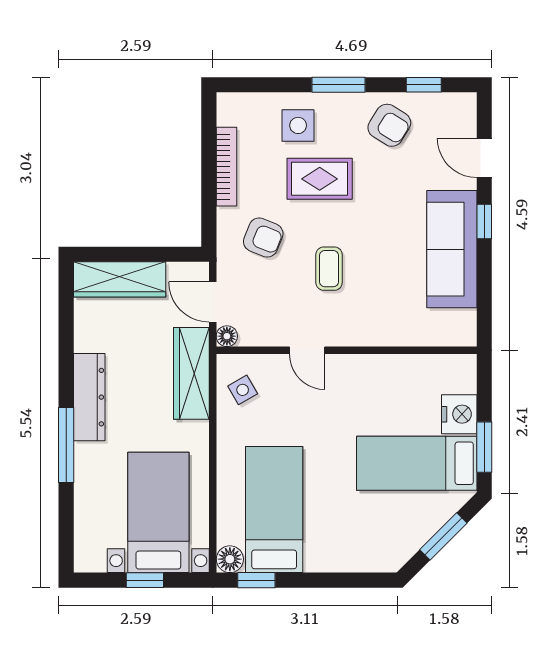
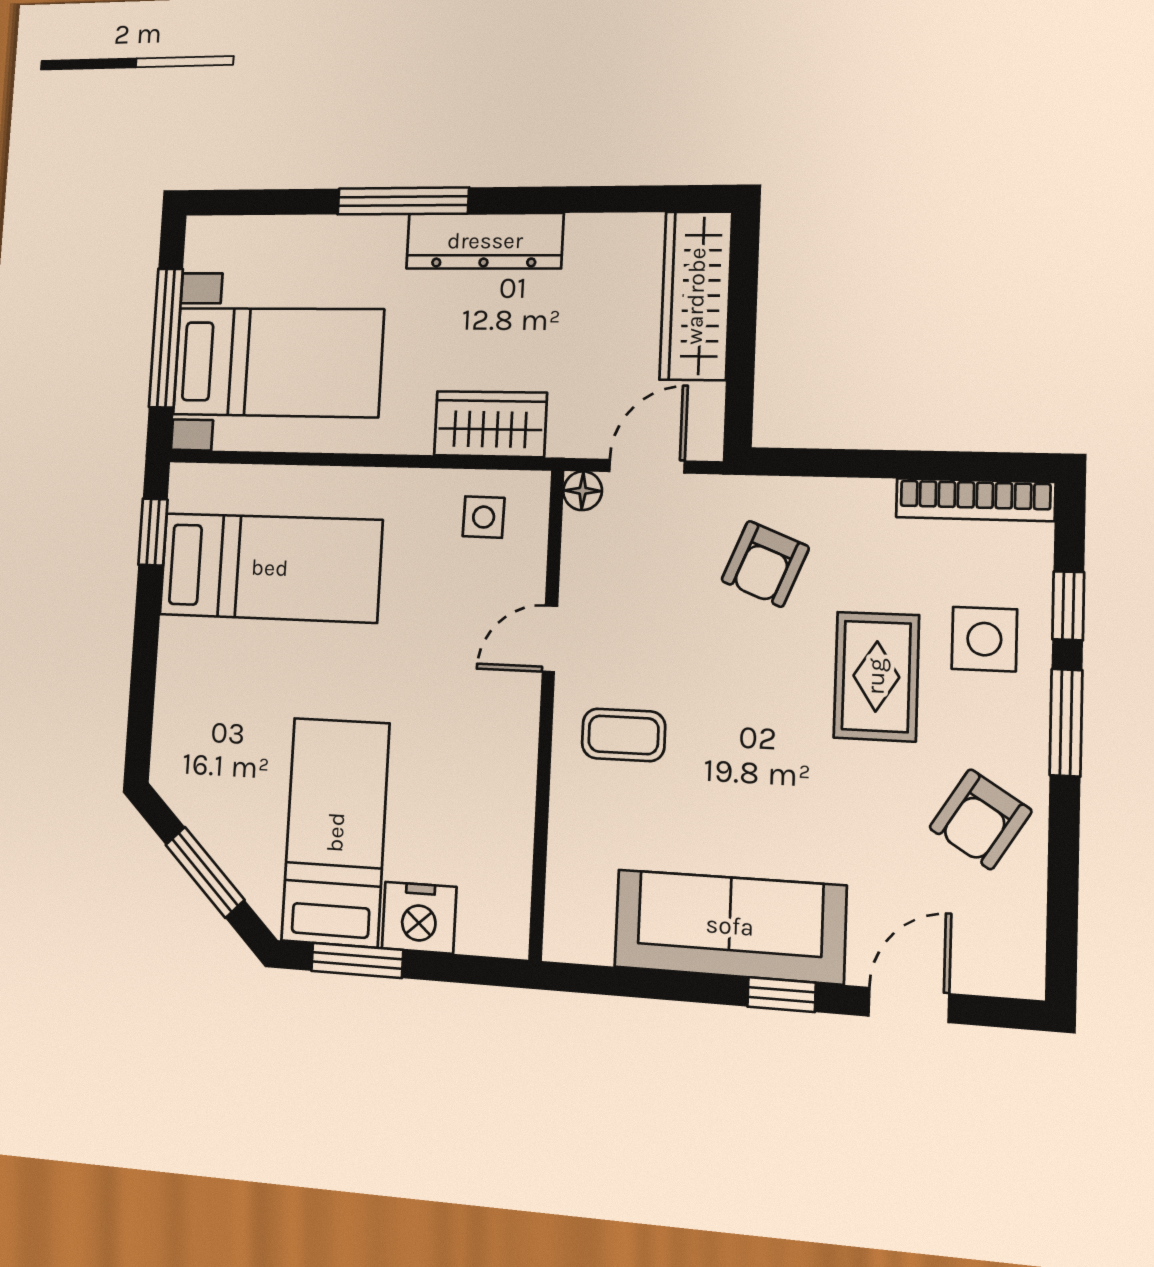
window: (424, 85) -> (1068, 606), moved
bookcase: (226, 167) -> (975, 500), moved
coffee table: (329, 269) -> (624, 735), moved
wardrobe: (191, 373) -> (490, 424), width x0.67
side table: (243, 390) -> (484, 517), turned 31
floor lamp: (230, 559) -> (191, 486), removed
window: (145, 580) -> (166, 338), width x2.17

